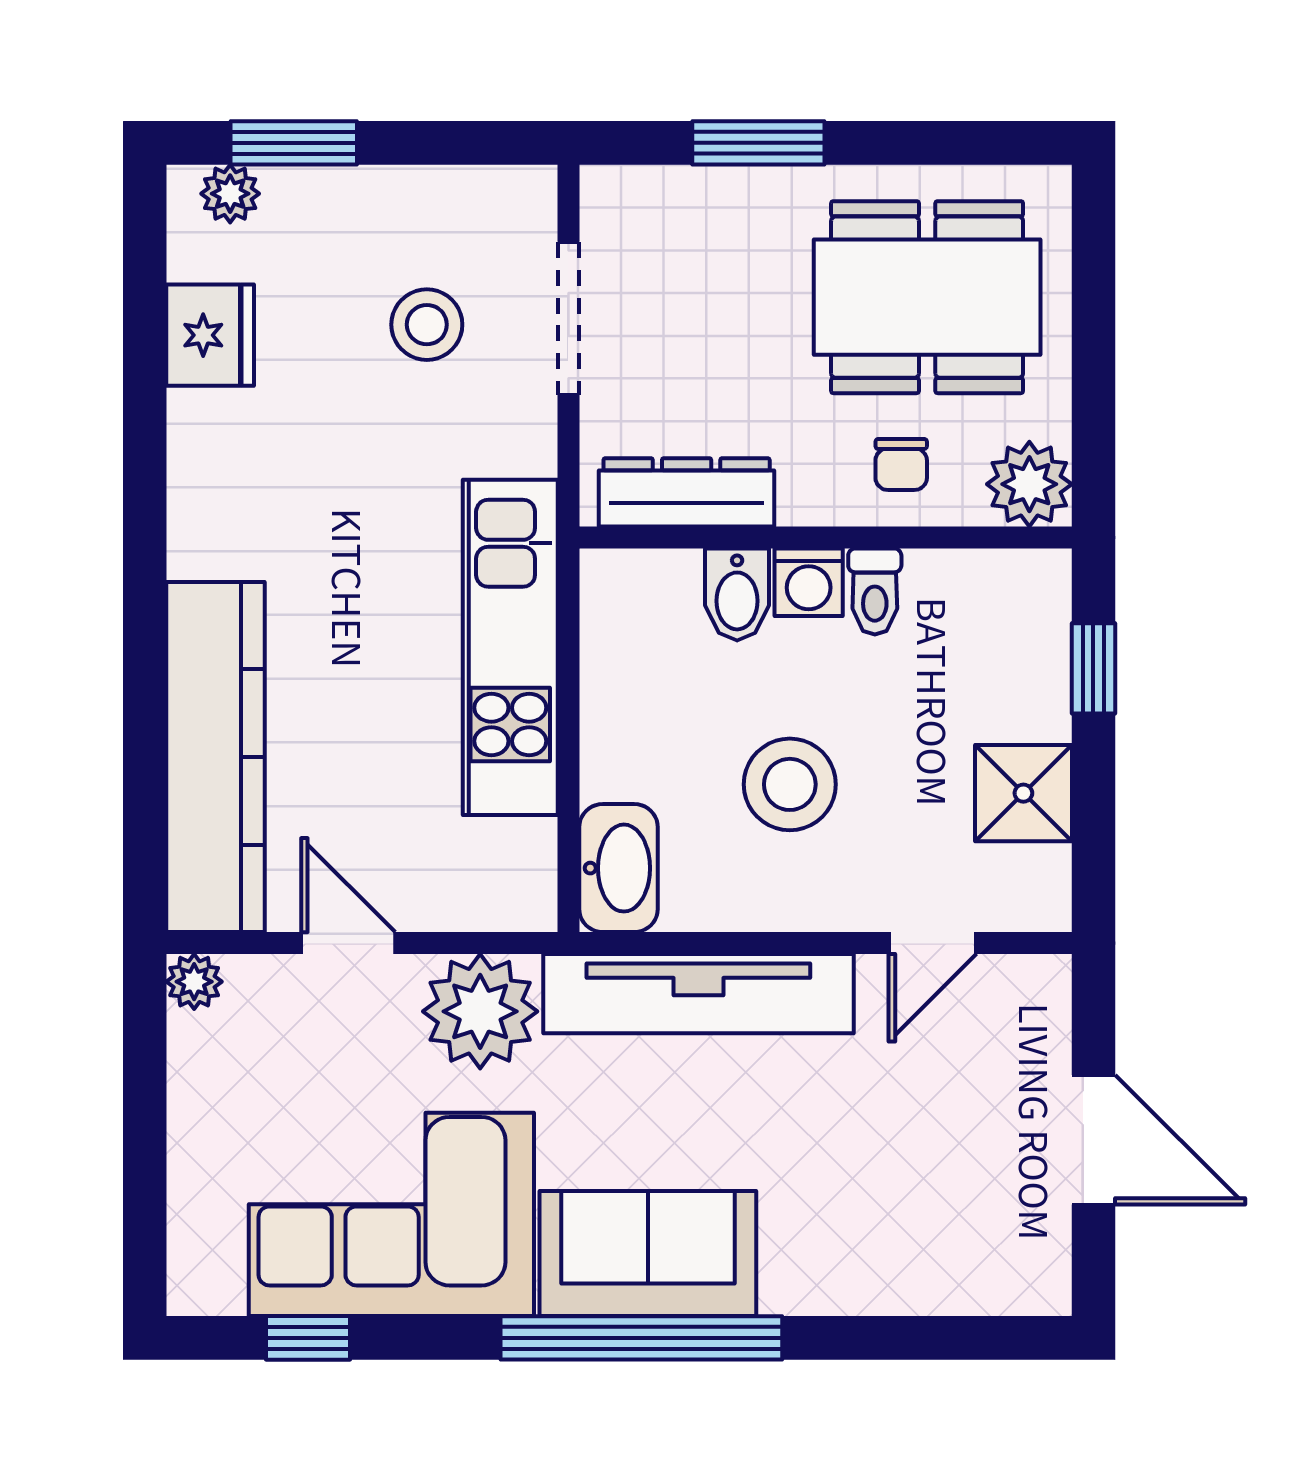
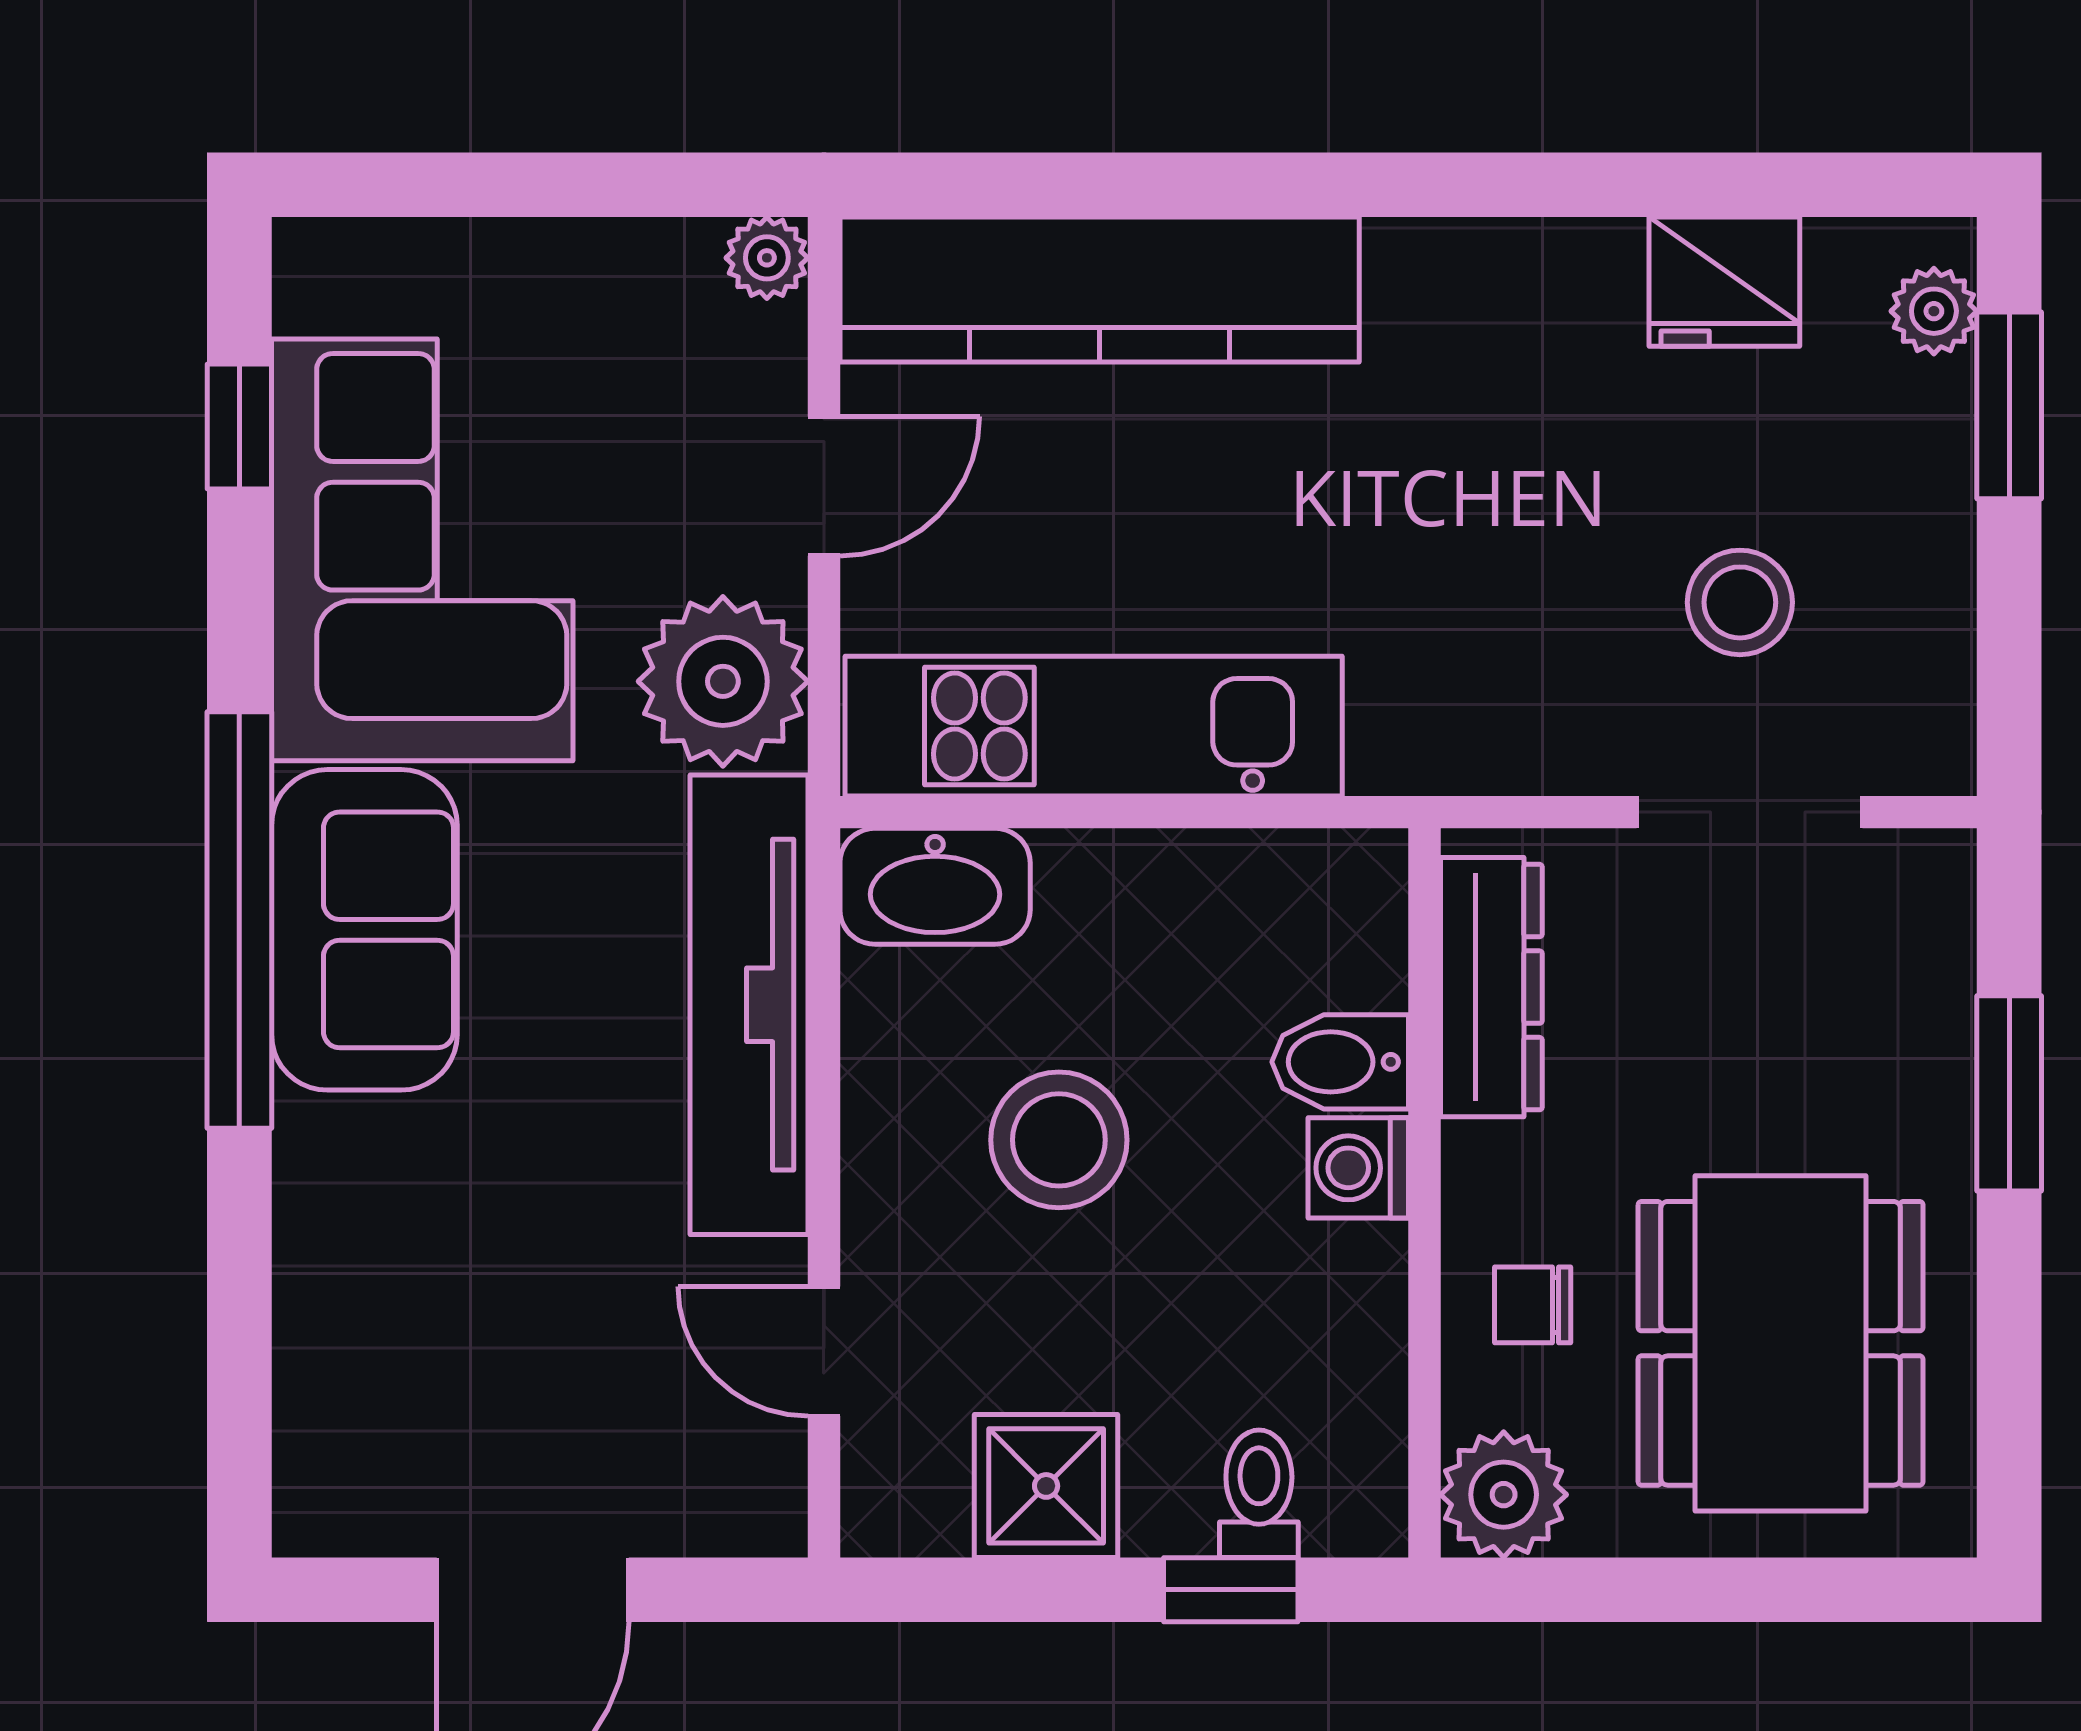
toilet: (875, 591) -> (1259, 1494), moved, turned 90
kitchen unit: (510, 647) -> (1094, 726), moved

